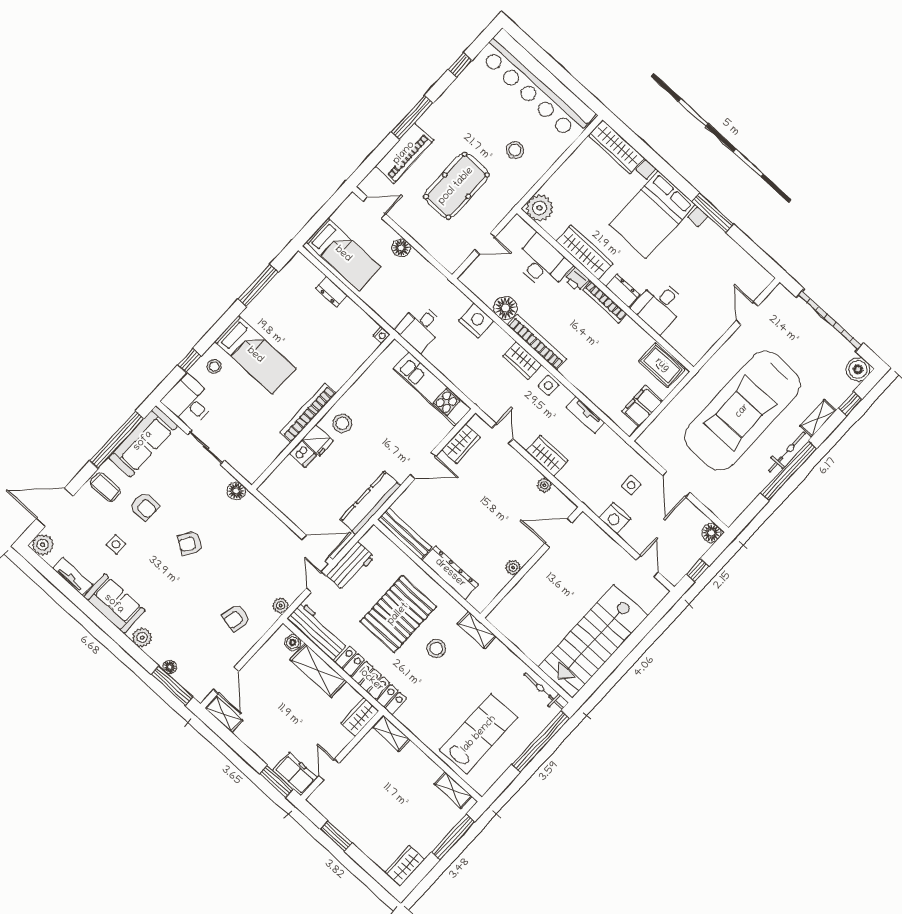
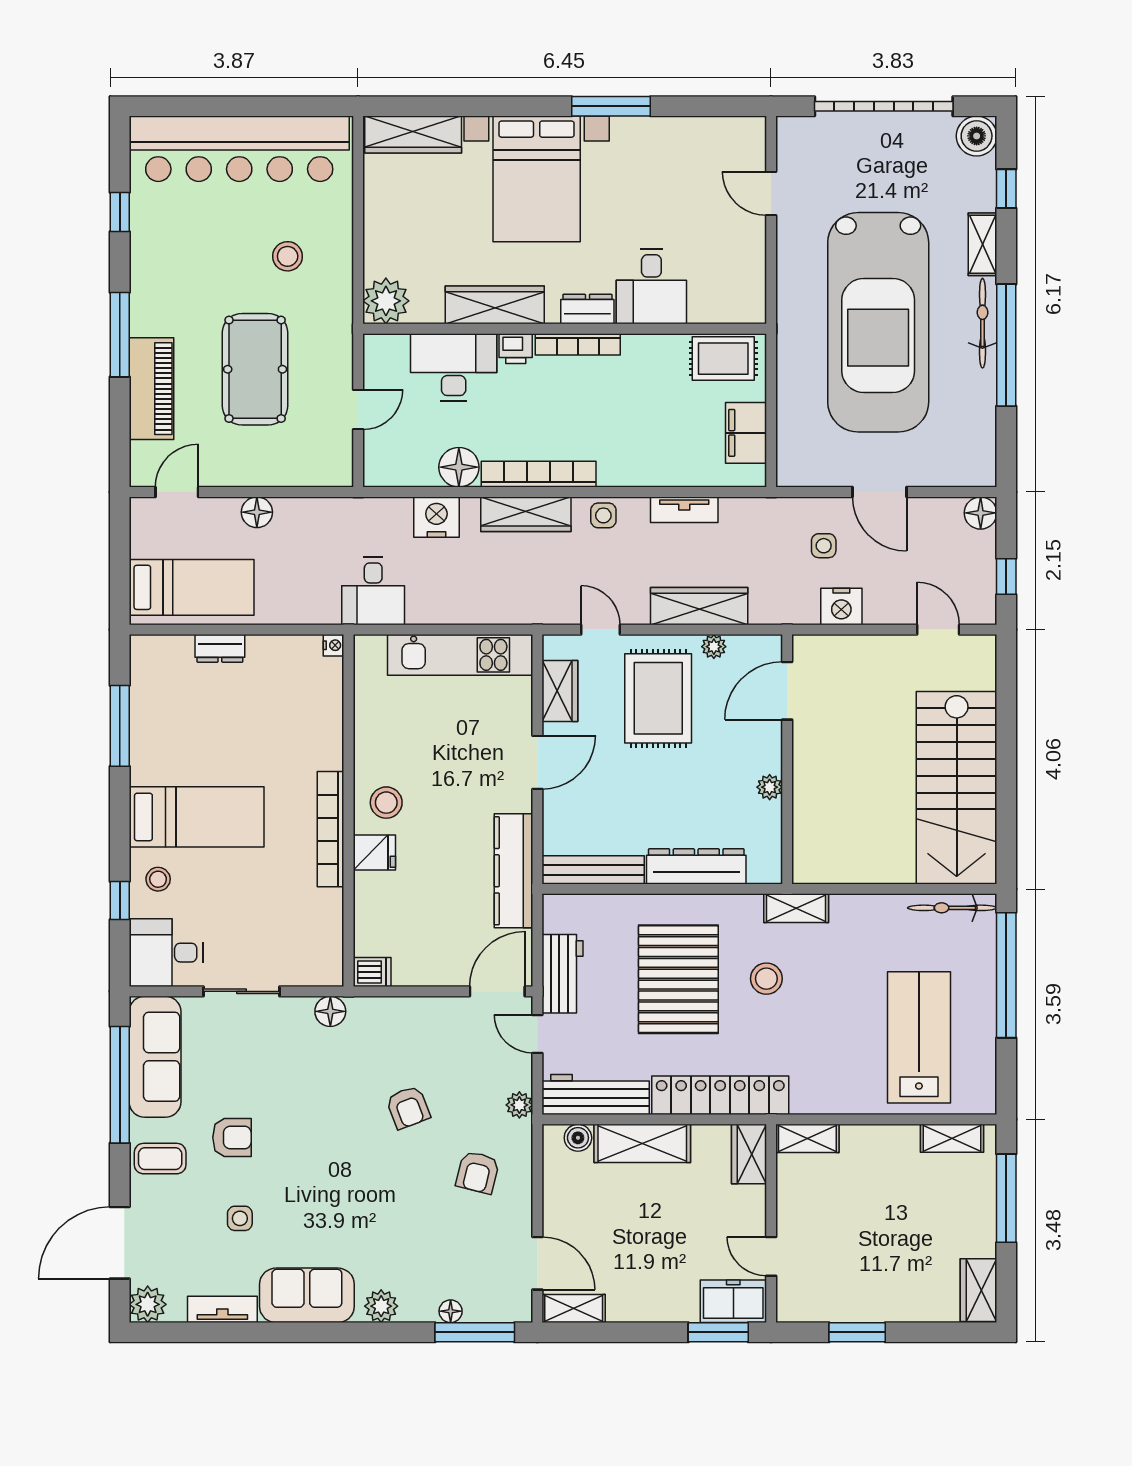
wardrobe: (522, 360) -> (526, 514), width x1.50
dishwasher: (303, 454) -> (372, 972), moved
wardrobe: (547, 456) -> (699, 606), width x1.50
rug: (500, 486) -> (658, 698), added
armchair: (190, 543) -> (408, 1107), moved, turned -56

